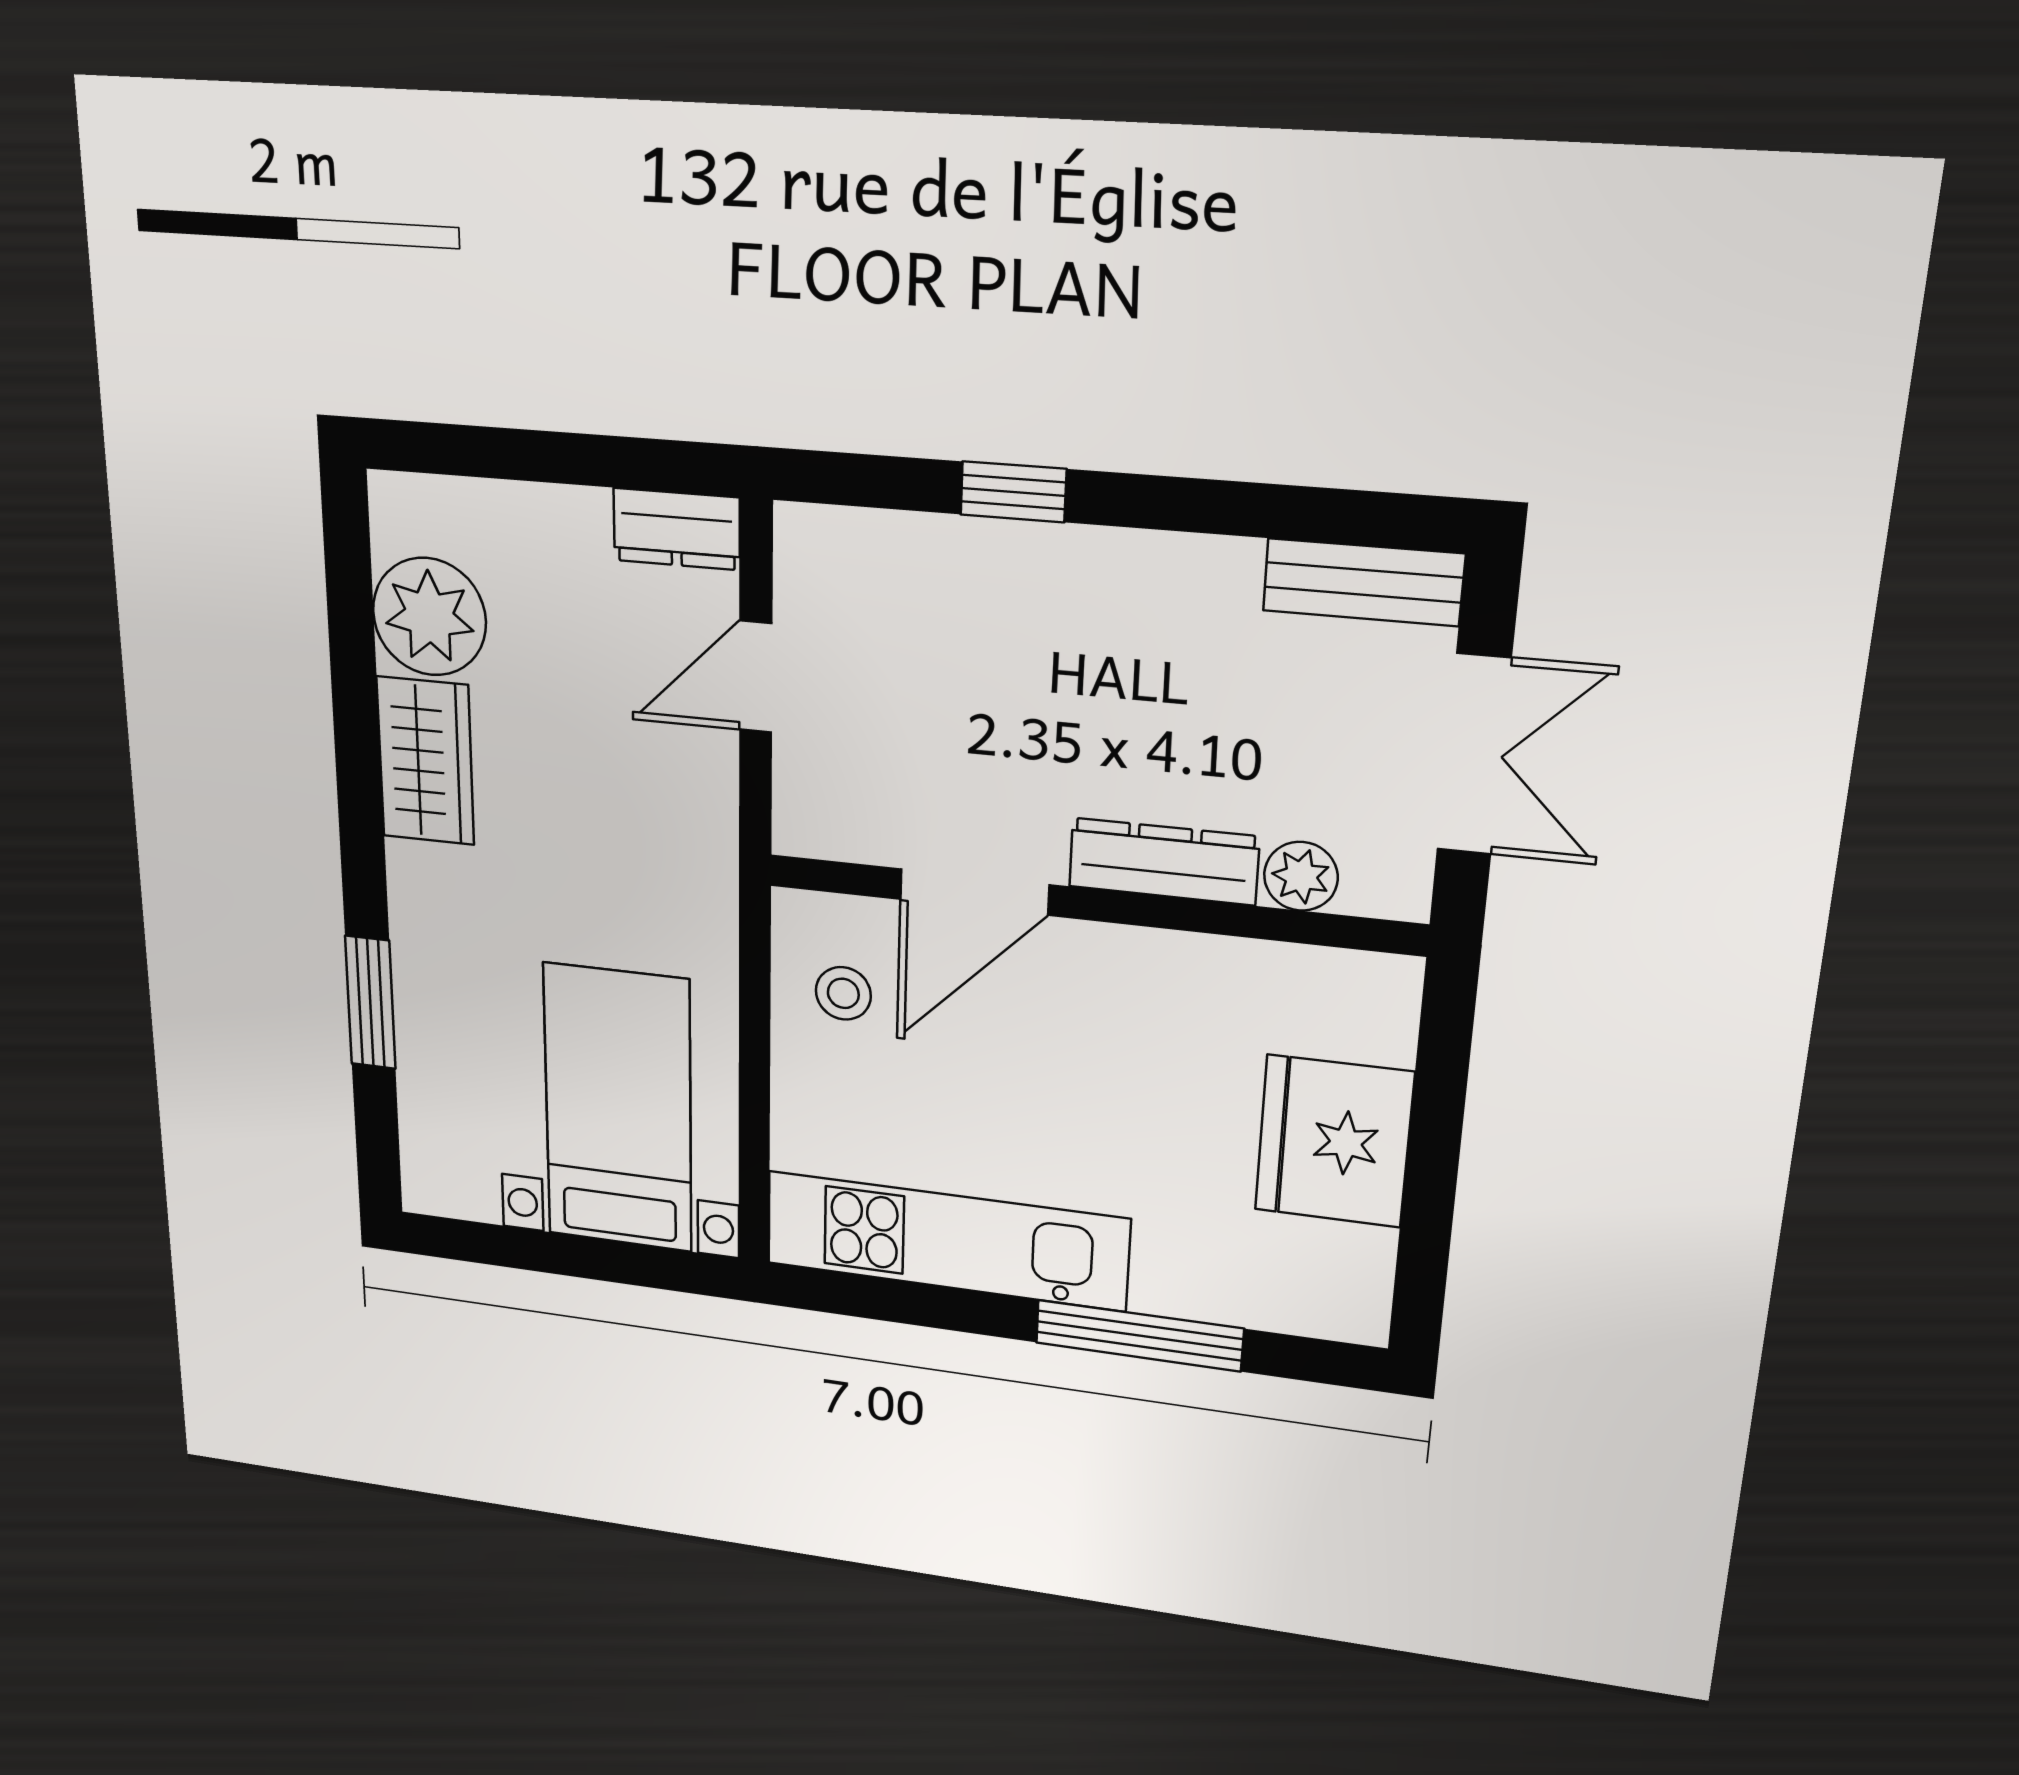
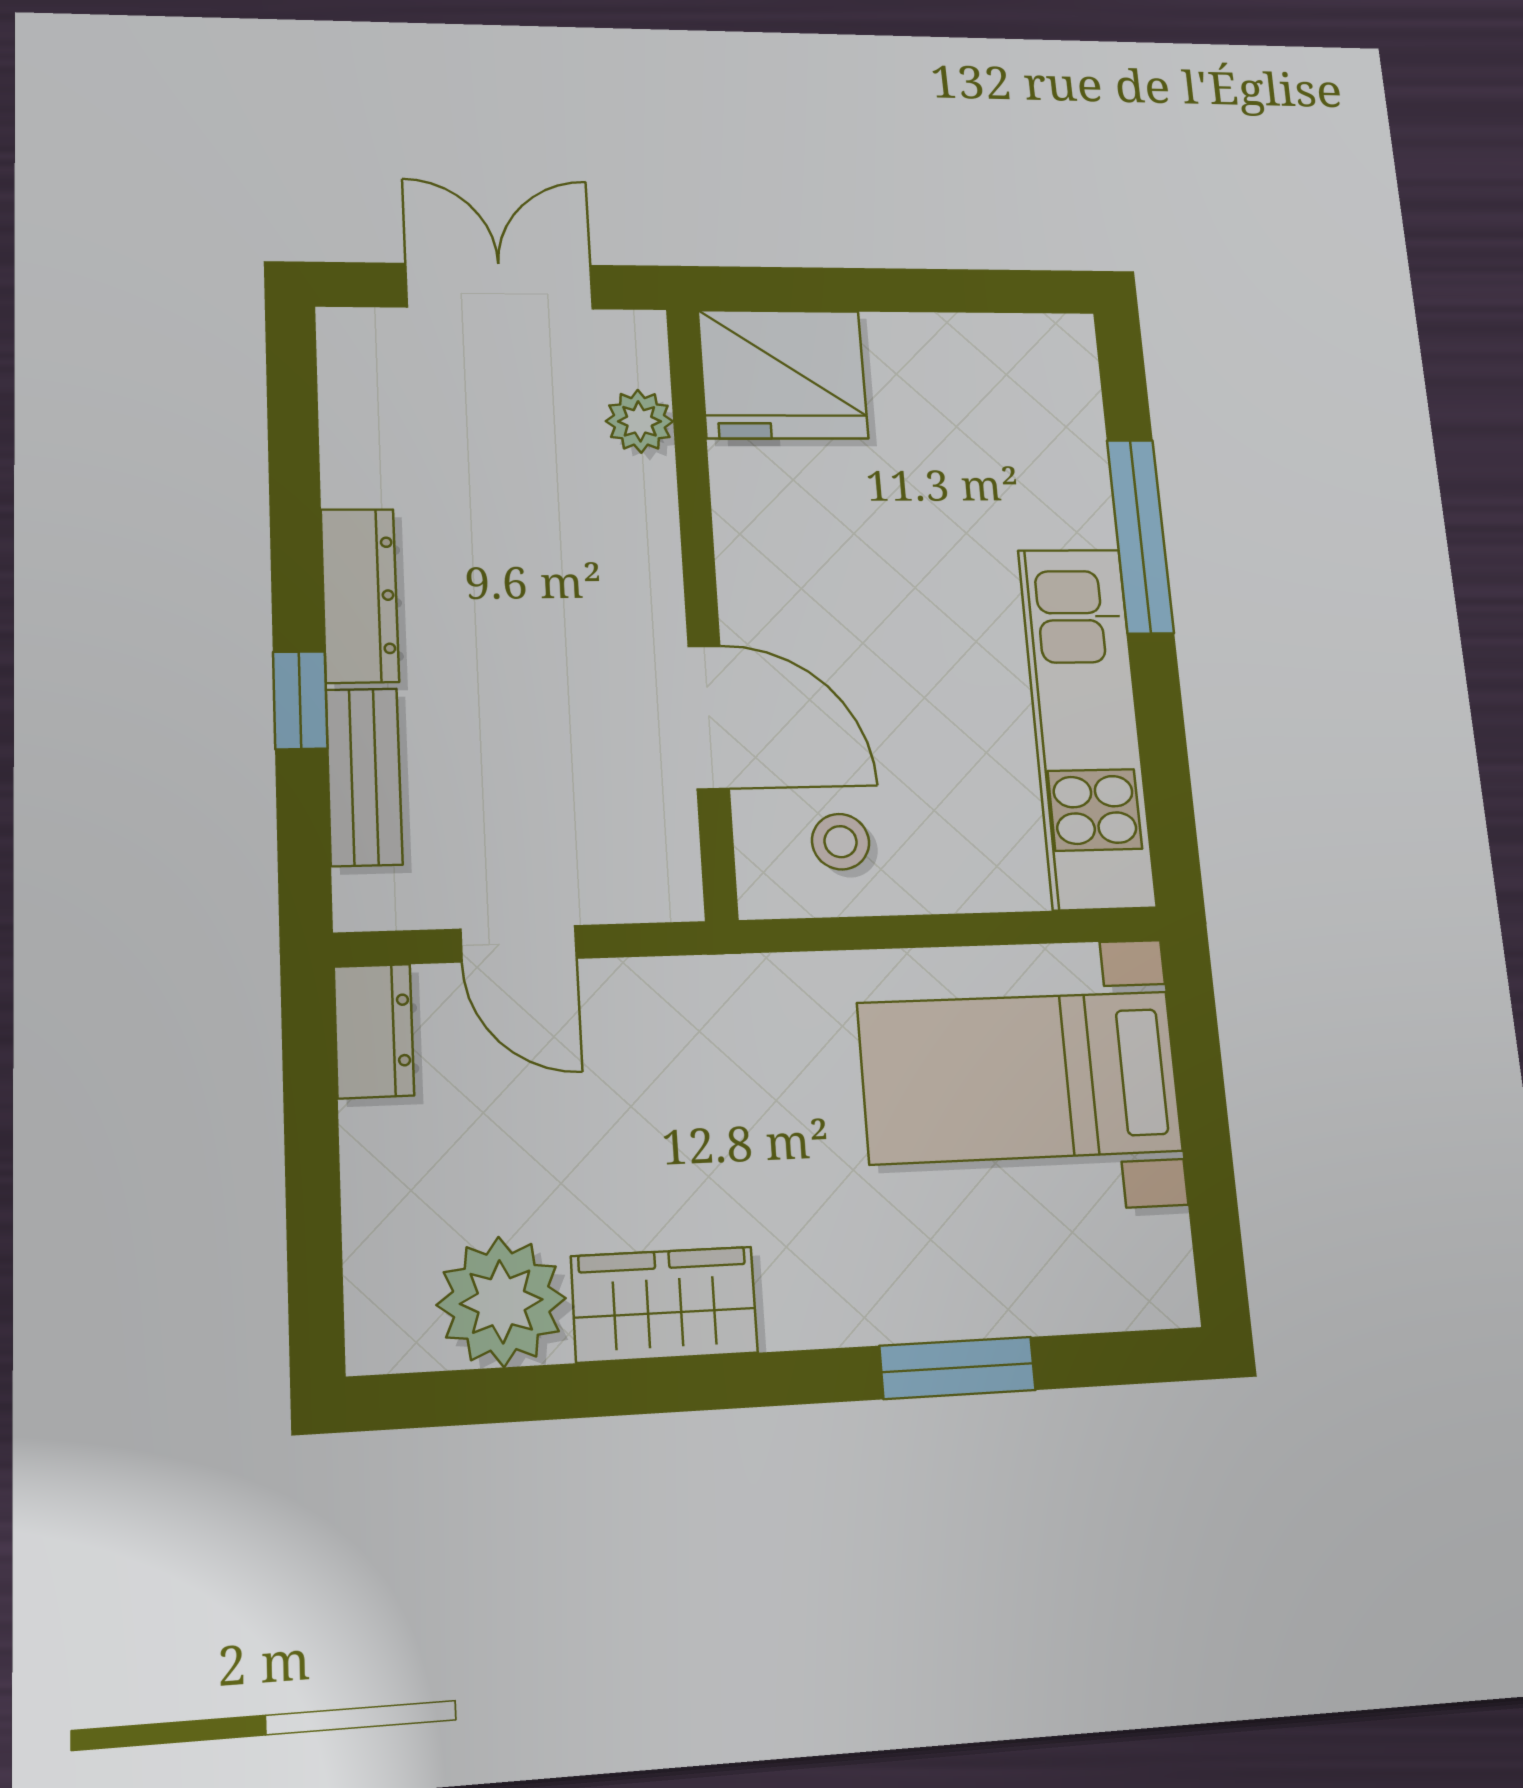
bench: (1363, 582) -> (364, 777), moved
dresser: (1164, 862) -> (360, 595), moved, turned 180
fridge: (1334, 1141) -> (783, 374), moved

